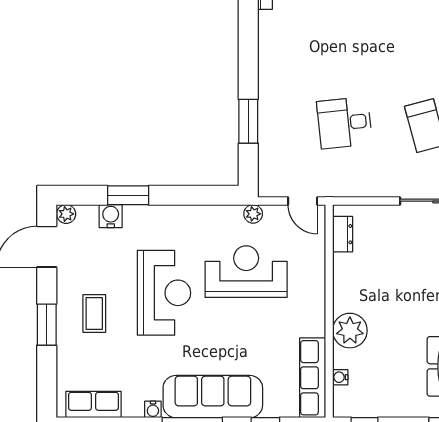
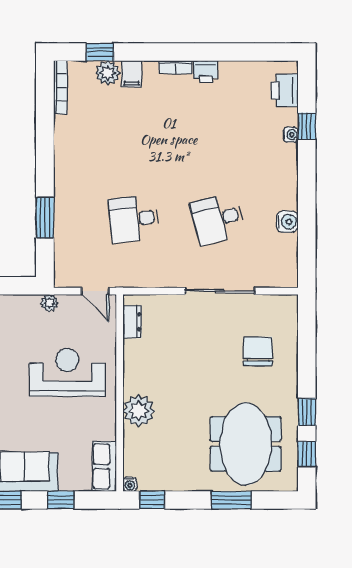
reception desk: (246, 272) -> (67, 373), moved
water cooler: (340, 377) -> (130, 484), moved, turned -90
row of seats: (313, 378) -> (104, 466), width x0.68

